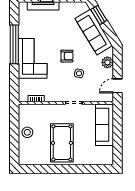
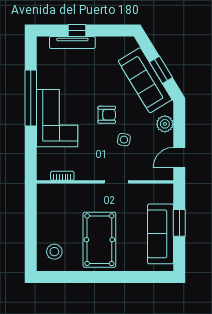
window: (99, 15) -> (161, 70), moved
sofa: (104, 125) -> (160, 234), moved
window: (117, 131) -> (179, 223), added
stool: (27, 132) -> (54, 252), moved

